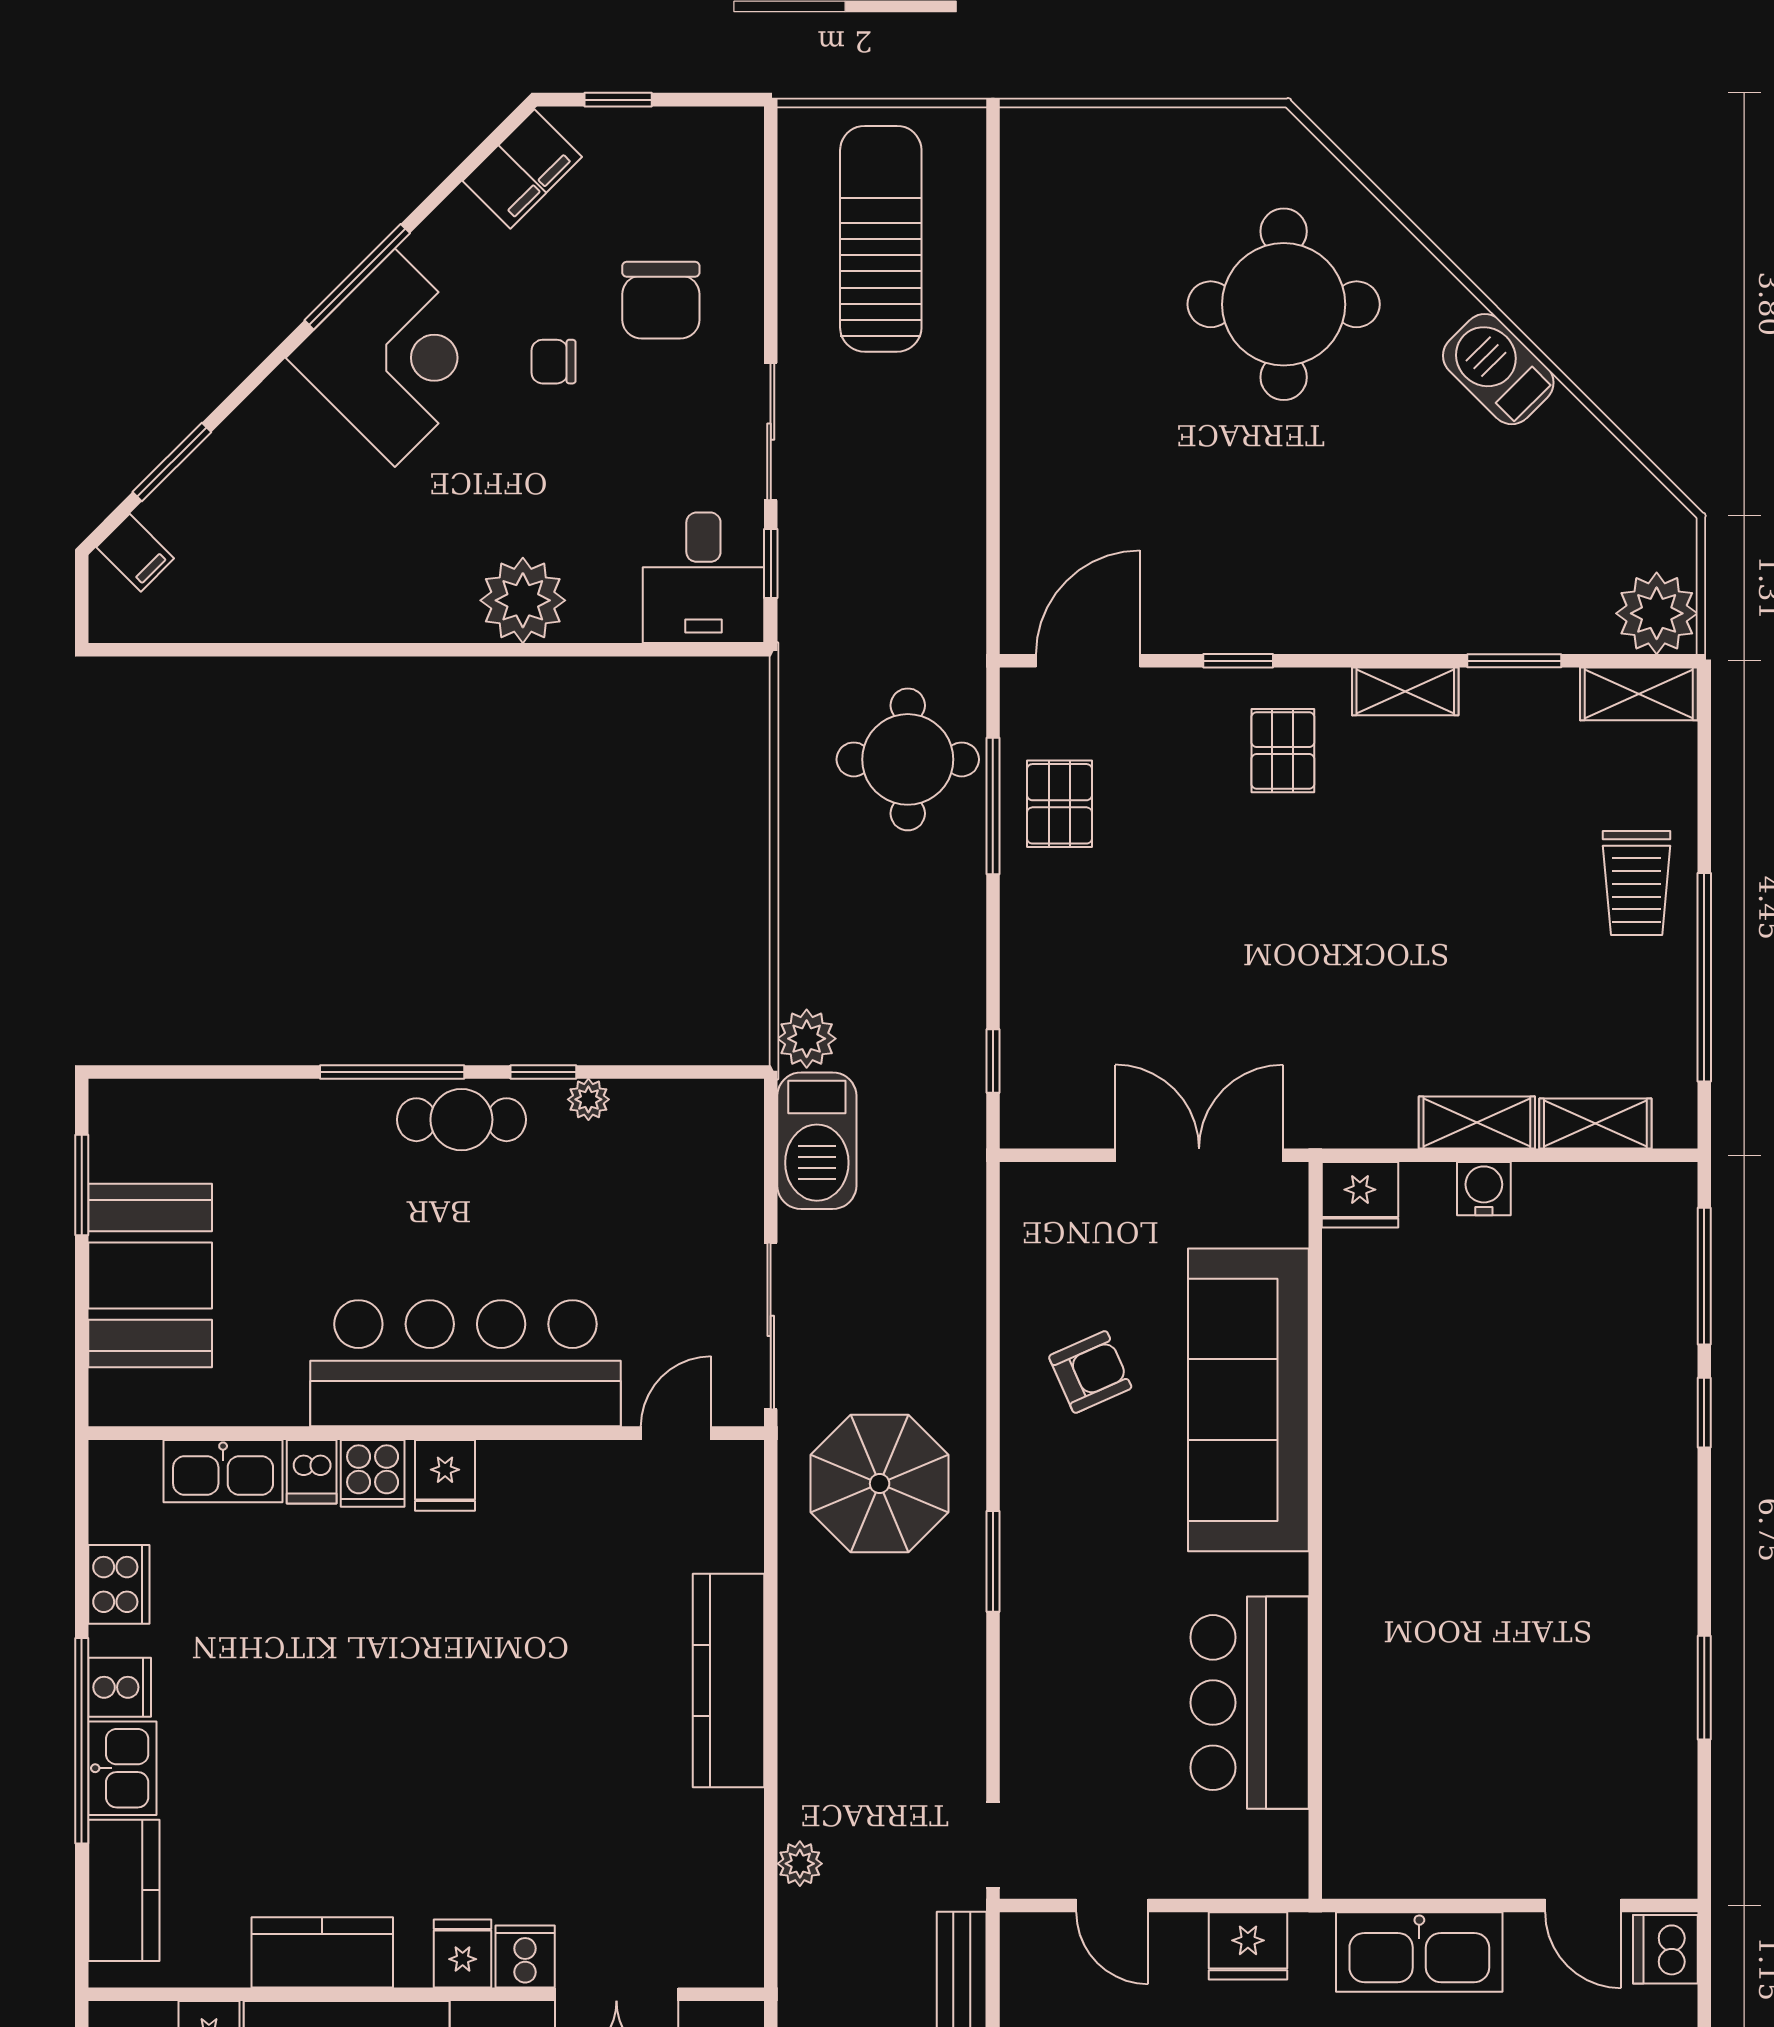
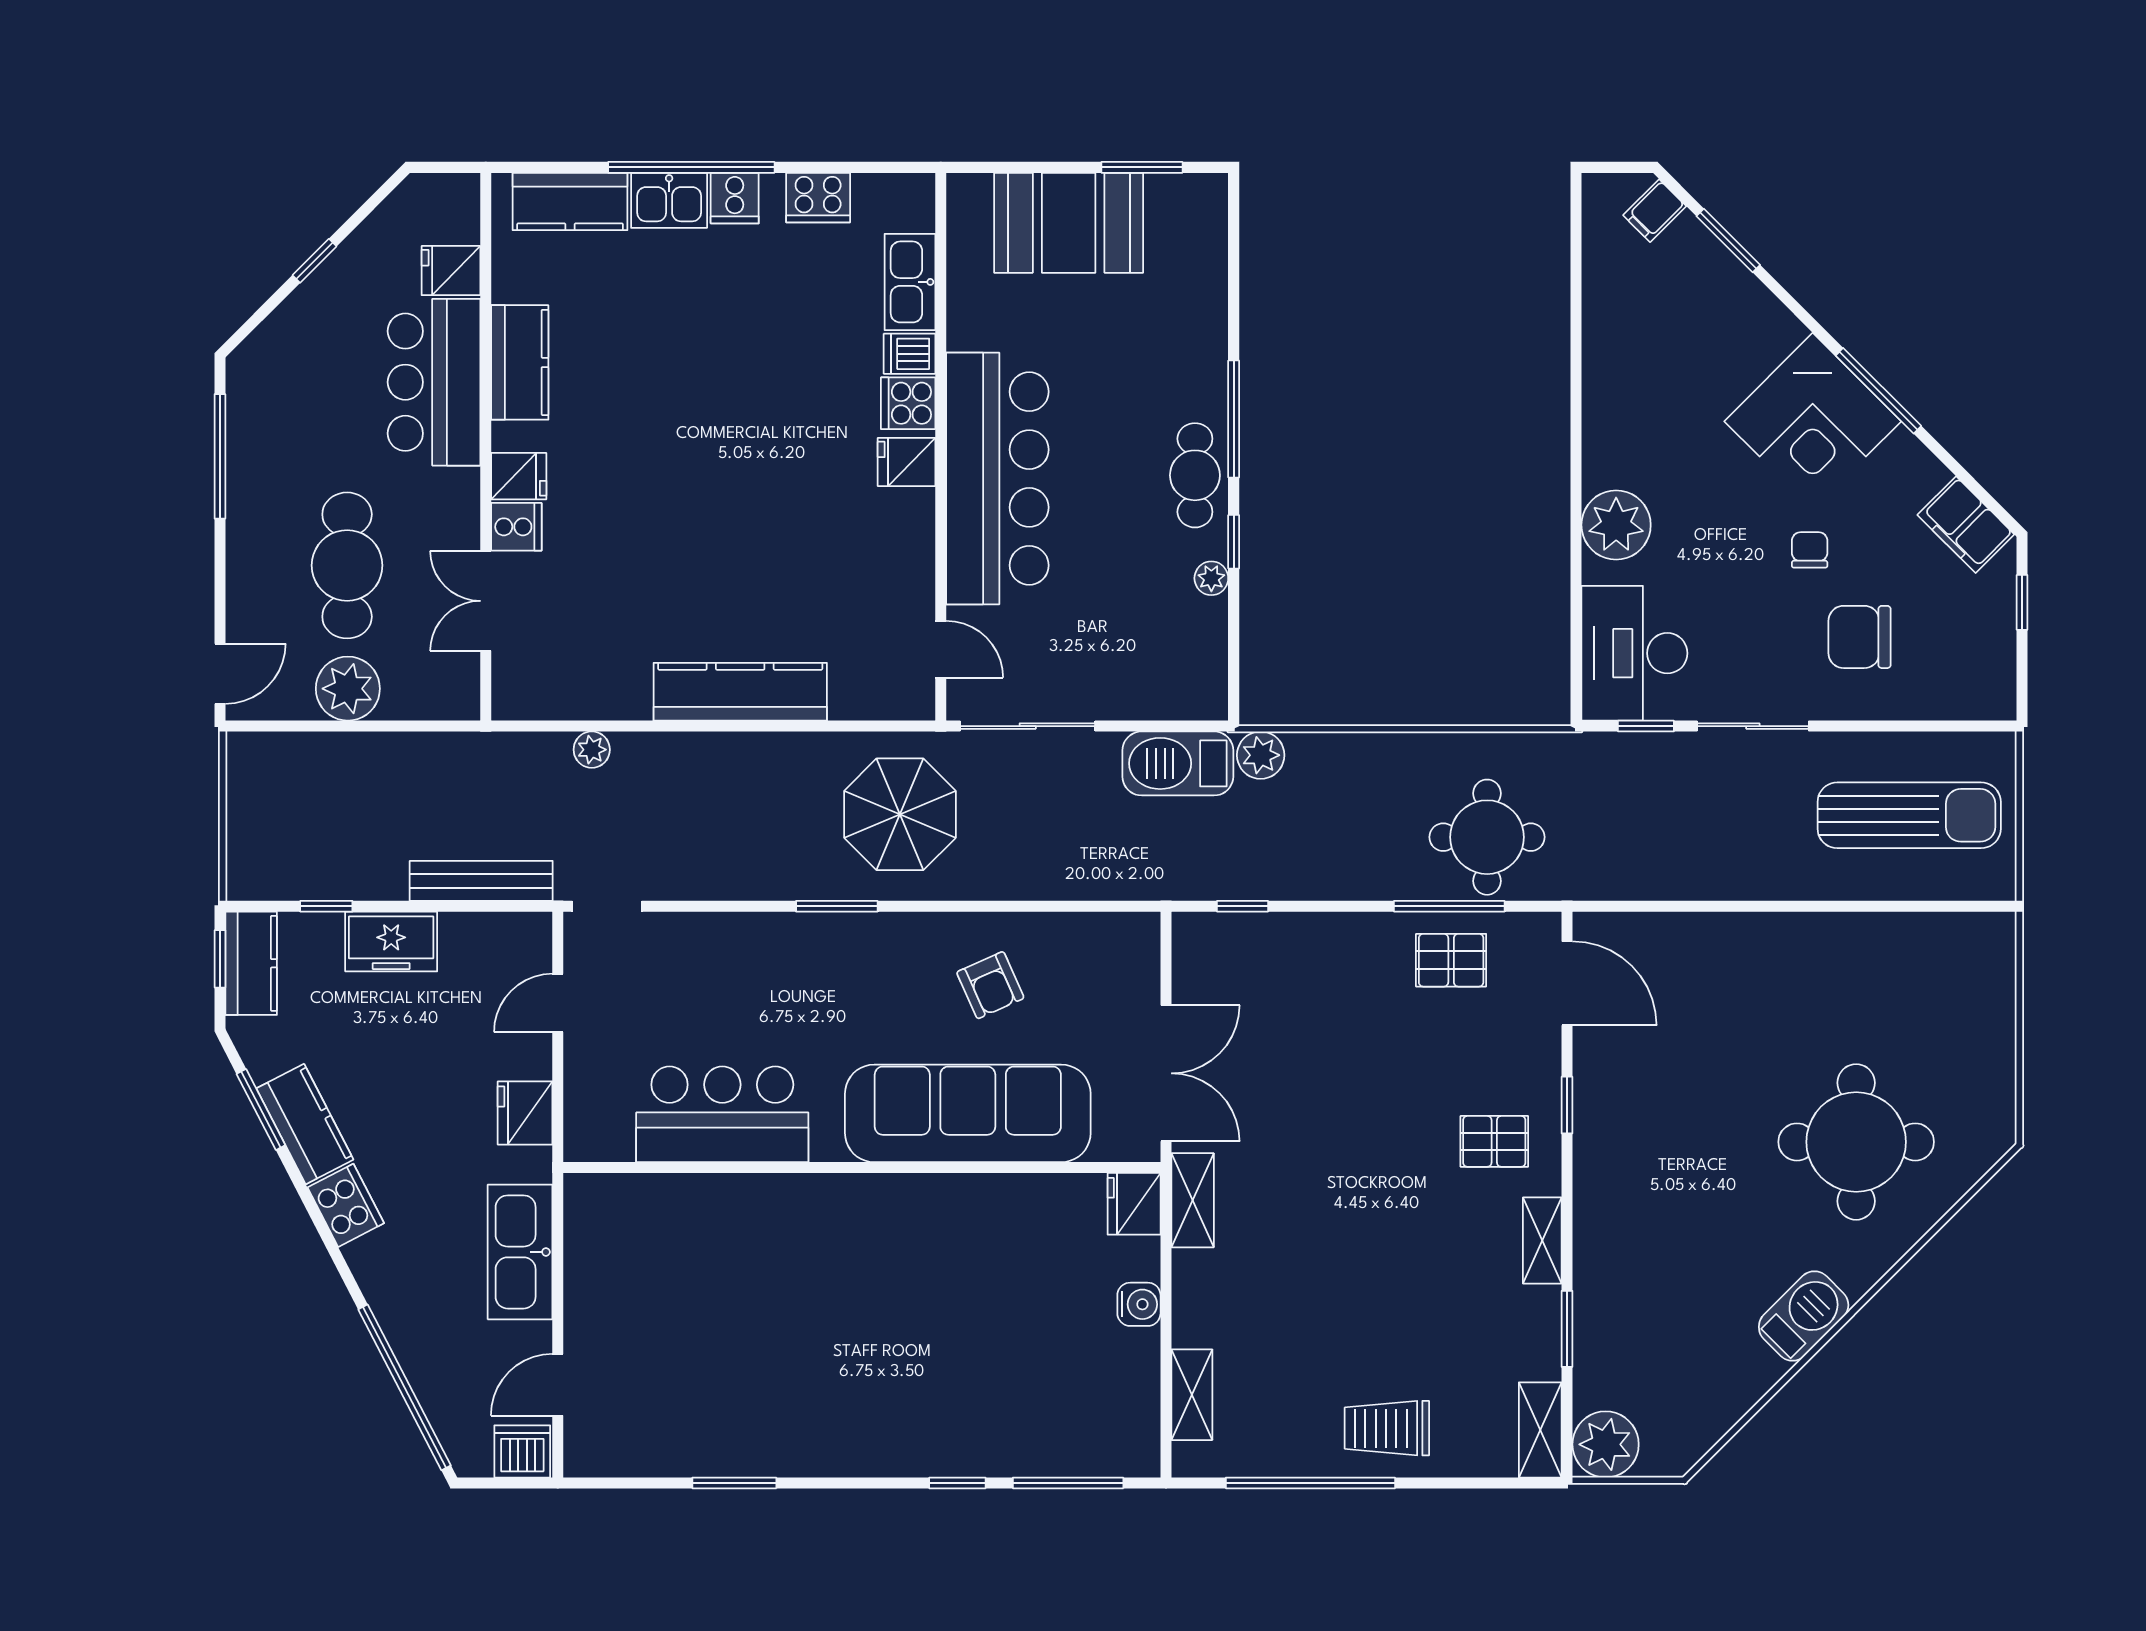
desk: (703, 578) -> (1634, 653), width x1.37
shelving: (1477, 1123) -> (1193, 1200), moved

